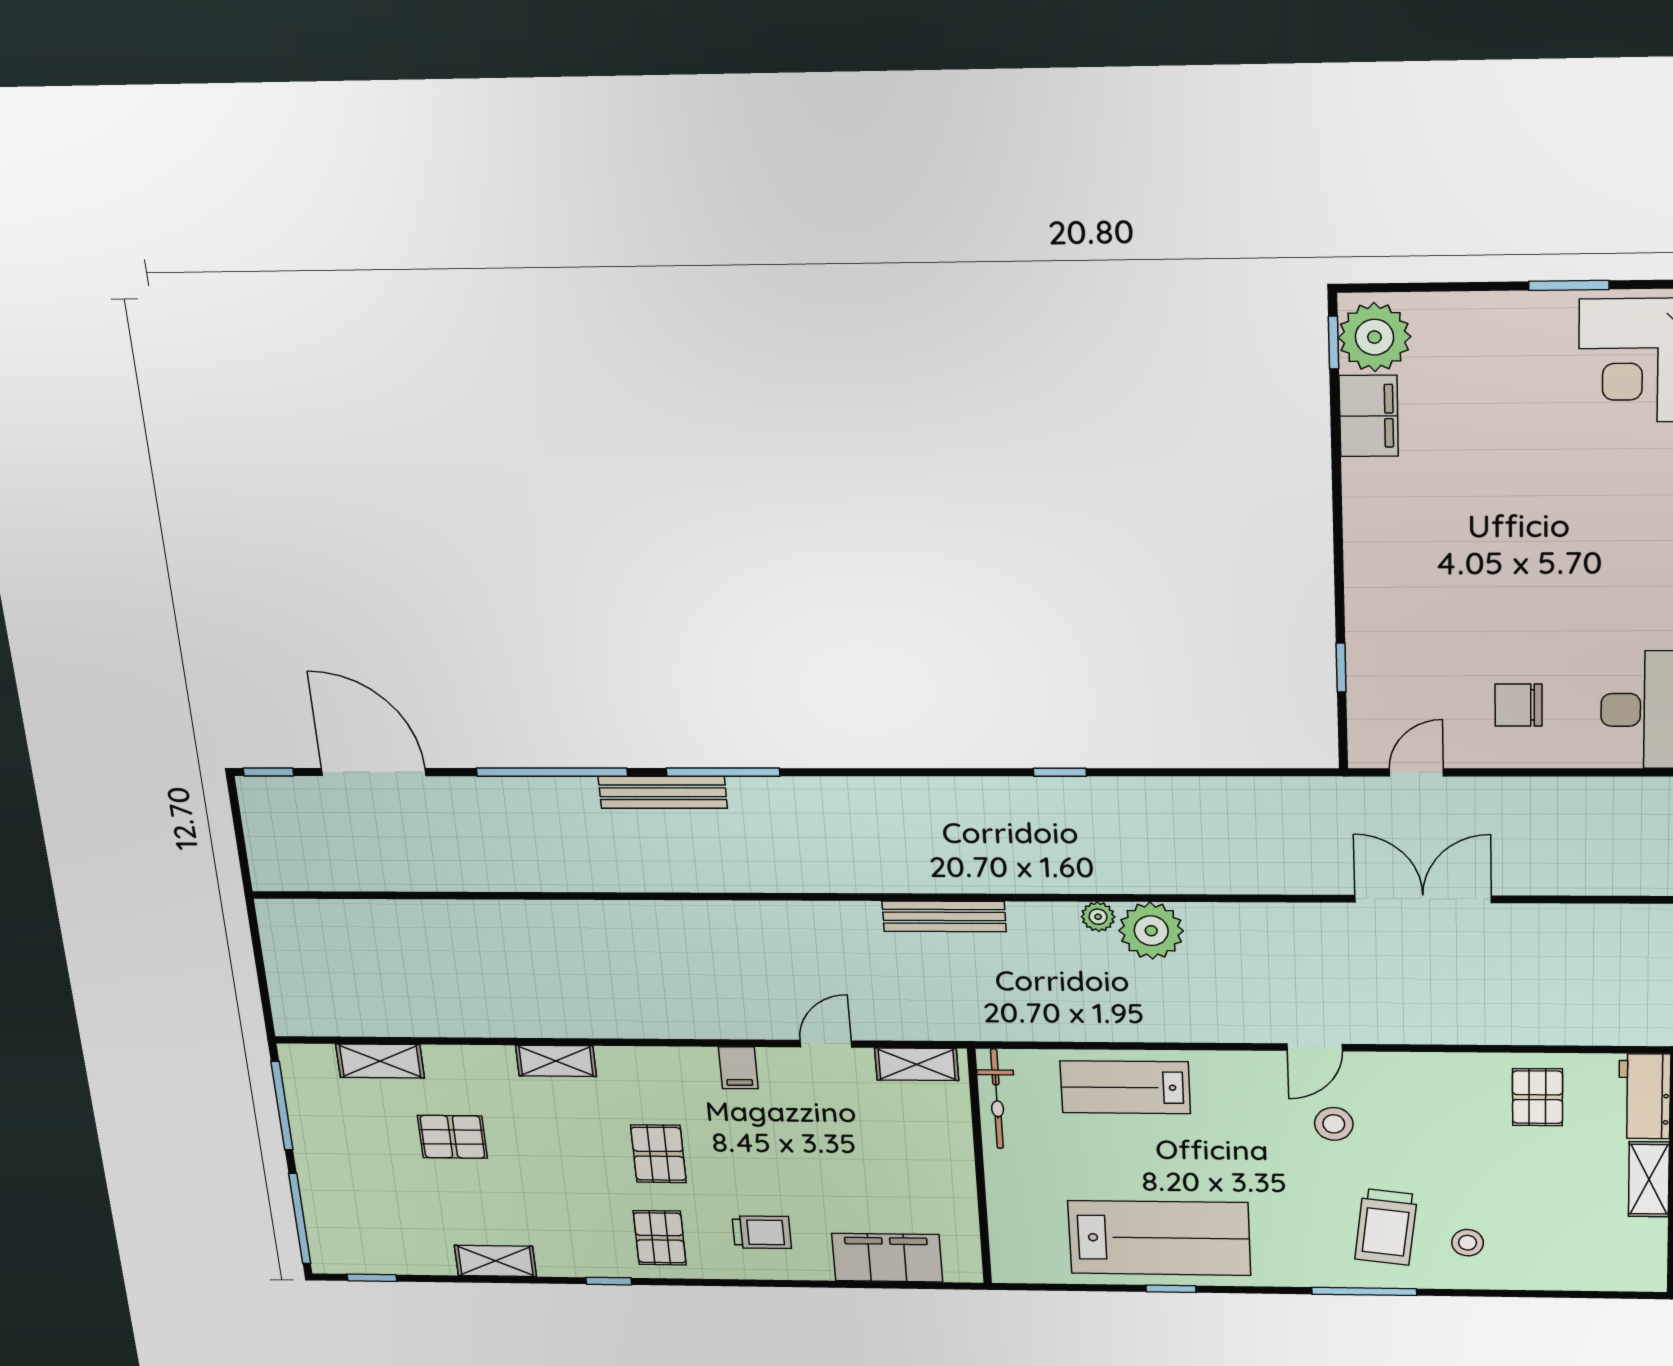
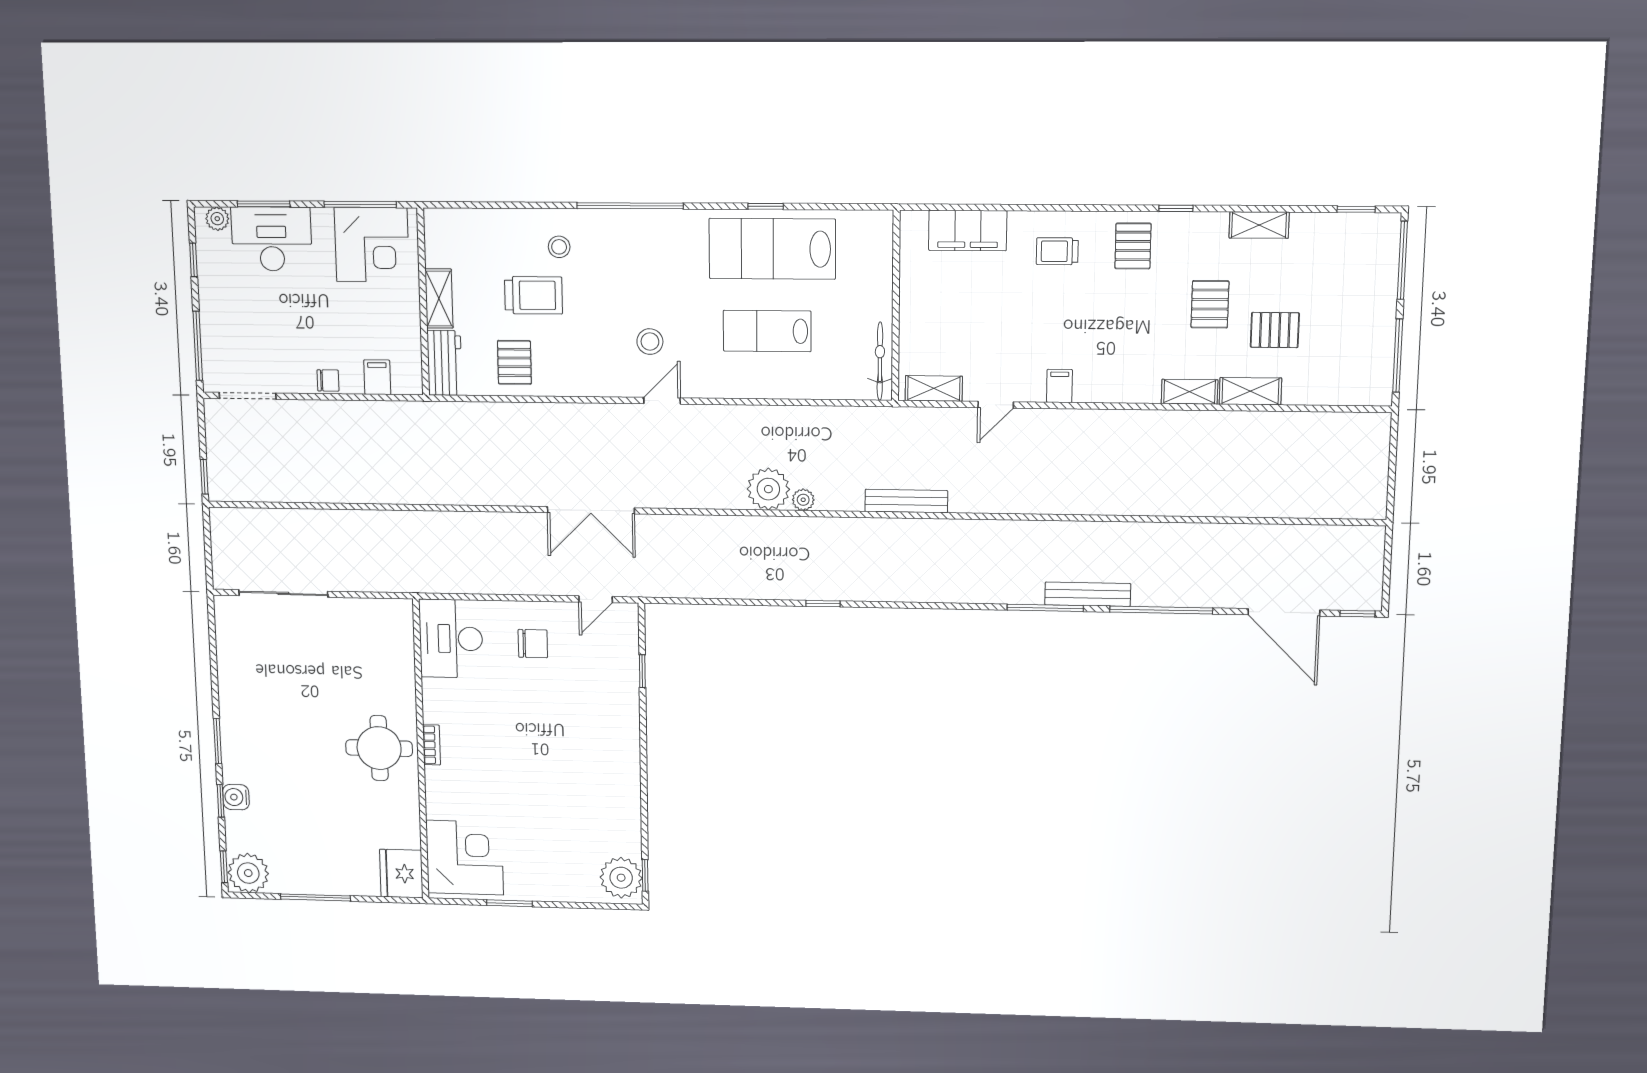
filing cabinet: (1369, 416) -> (625, 830), removed
shelving: (380, 1061) -> (1250, 391), moved
lab bench: (1125, 1087) -> (767, 331), moved, turned 180
pallet: (658, 1154) -> (1210, 304), moved
trolley: (1386, 1227) -> (533, 295), moved, turned 83
window: (1364, 1291) -> (630, 206), width x1.46

